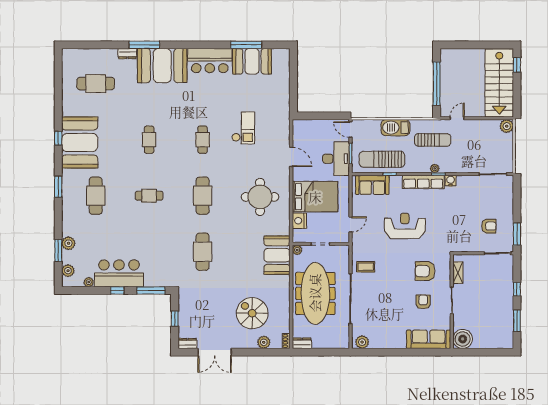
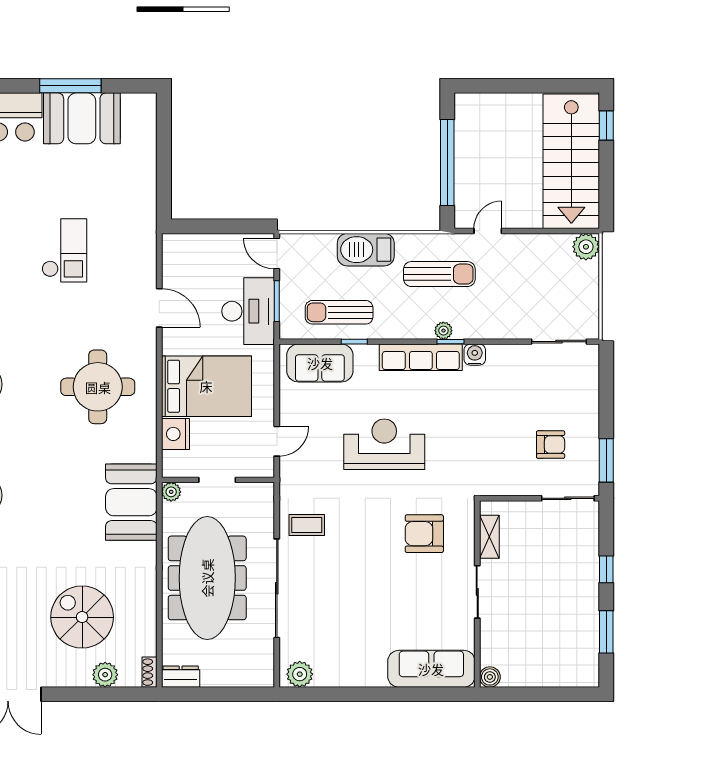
sun lounger: (382, 159) -> (339, 312), width x0.73, depth x0.75
armchair: (423, 302) -> (421, 595), removed
boiler: (463, 339) -> (490, 677), width x0.54, depth x0.54

